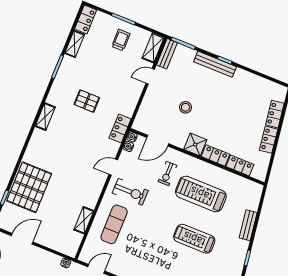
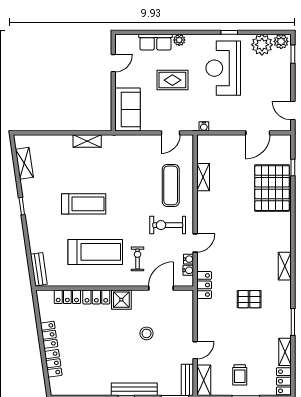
water cooler: (132, 137) -> (188, 259), moved
bench: (248, 225) -> (39, 269), moved

